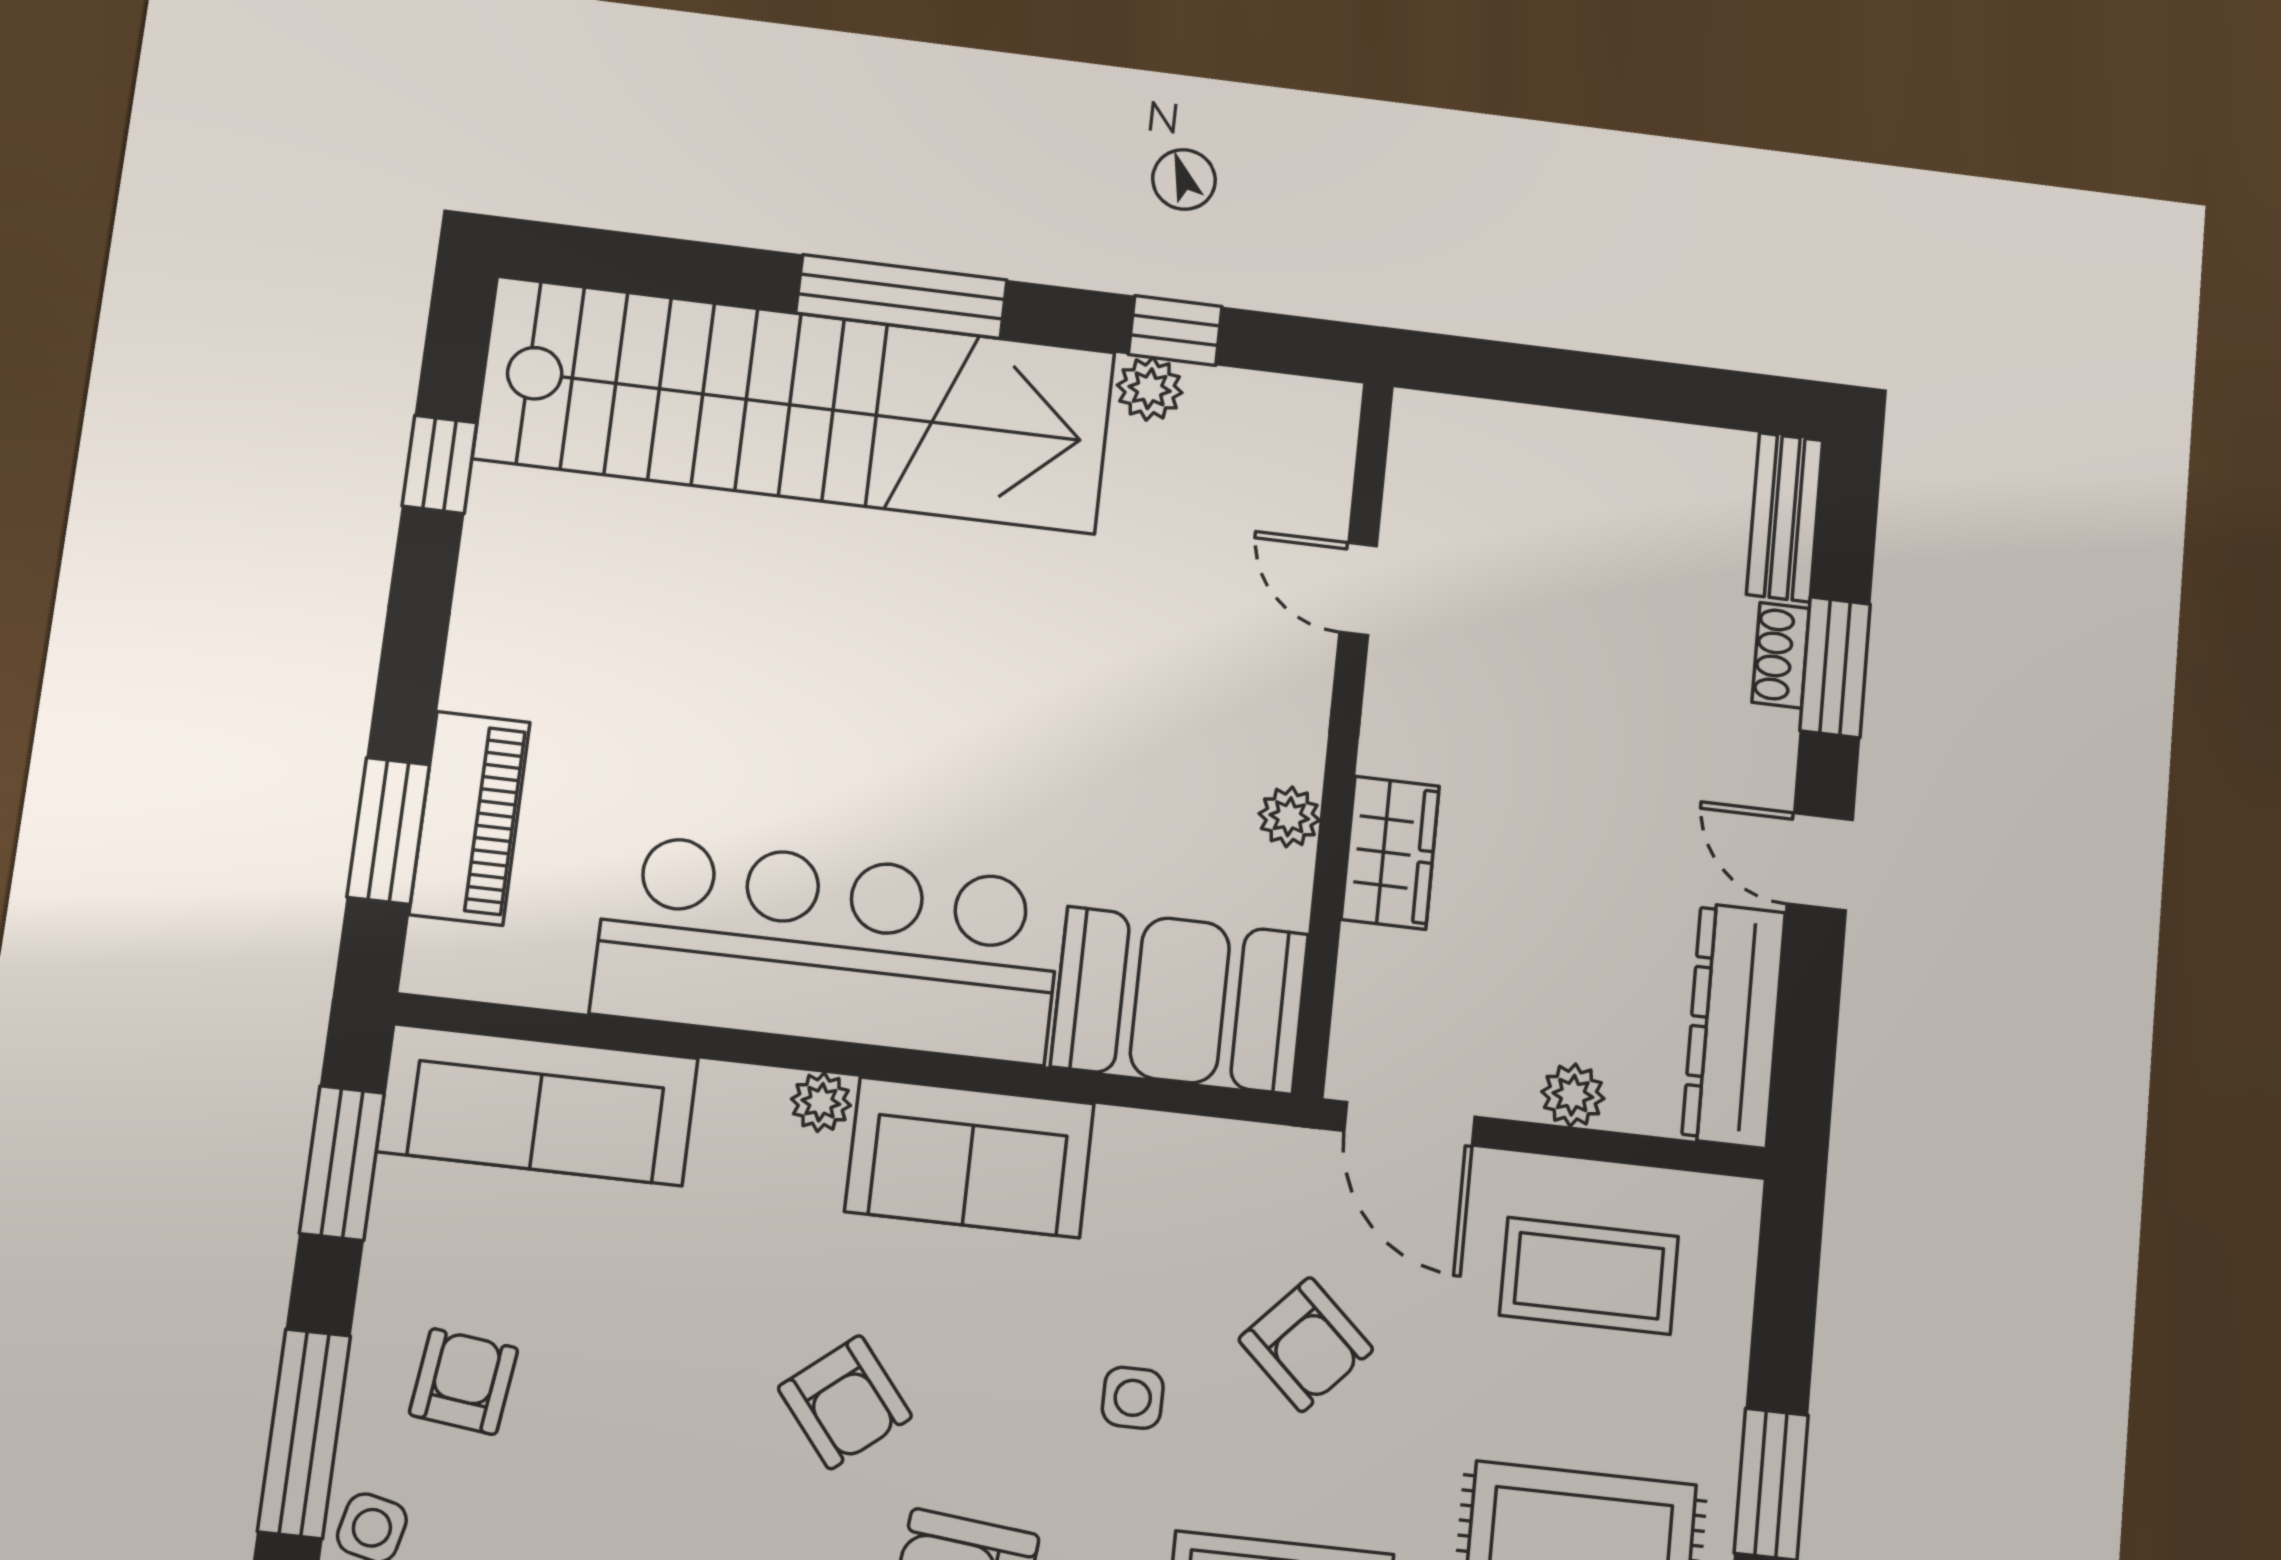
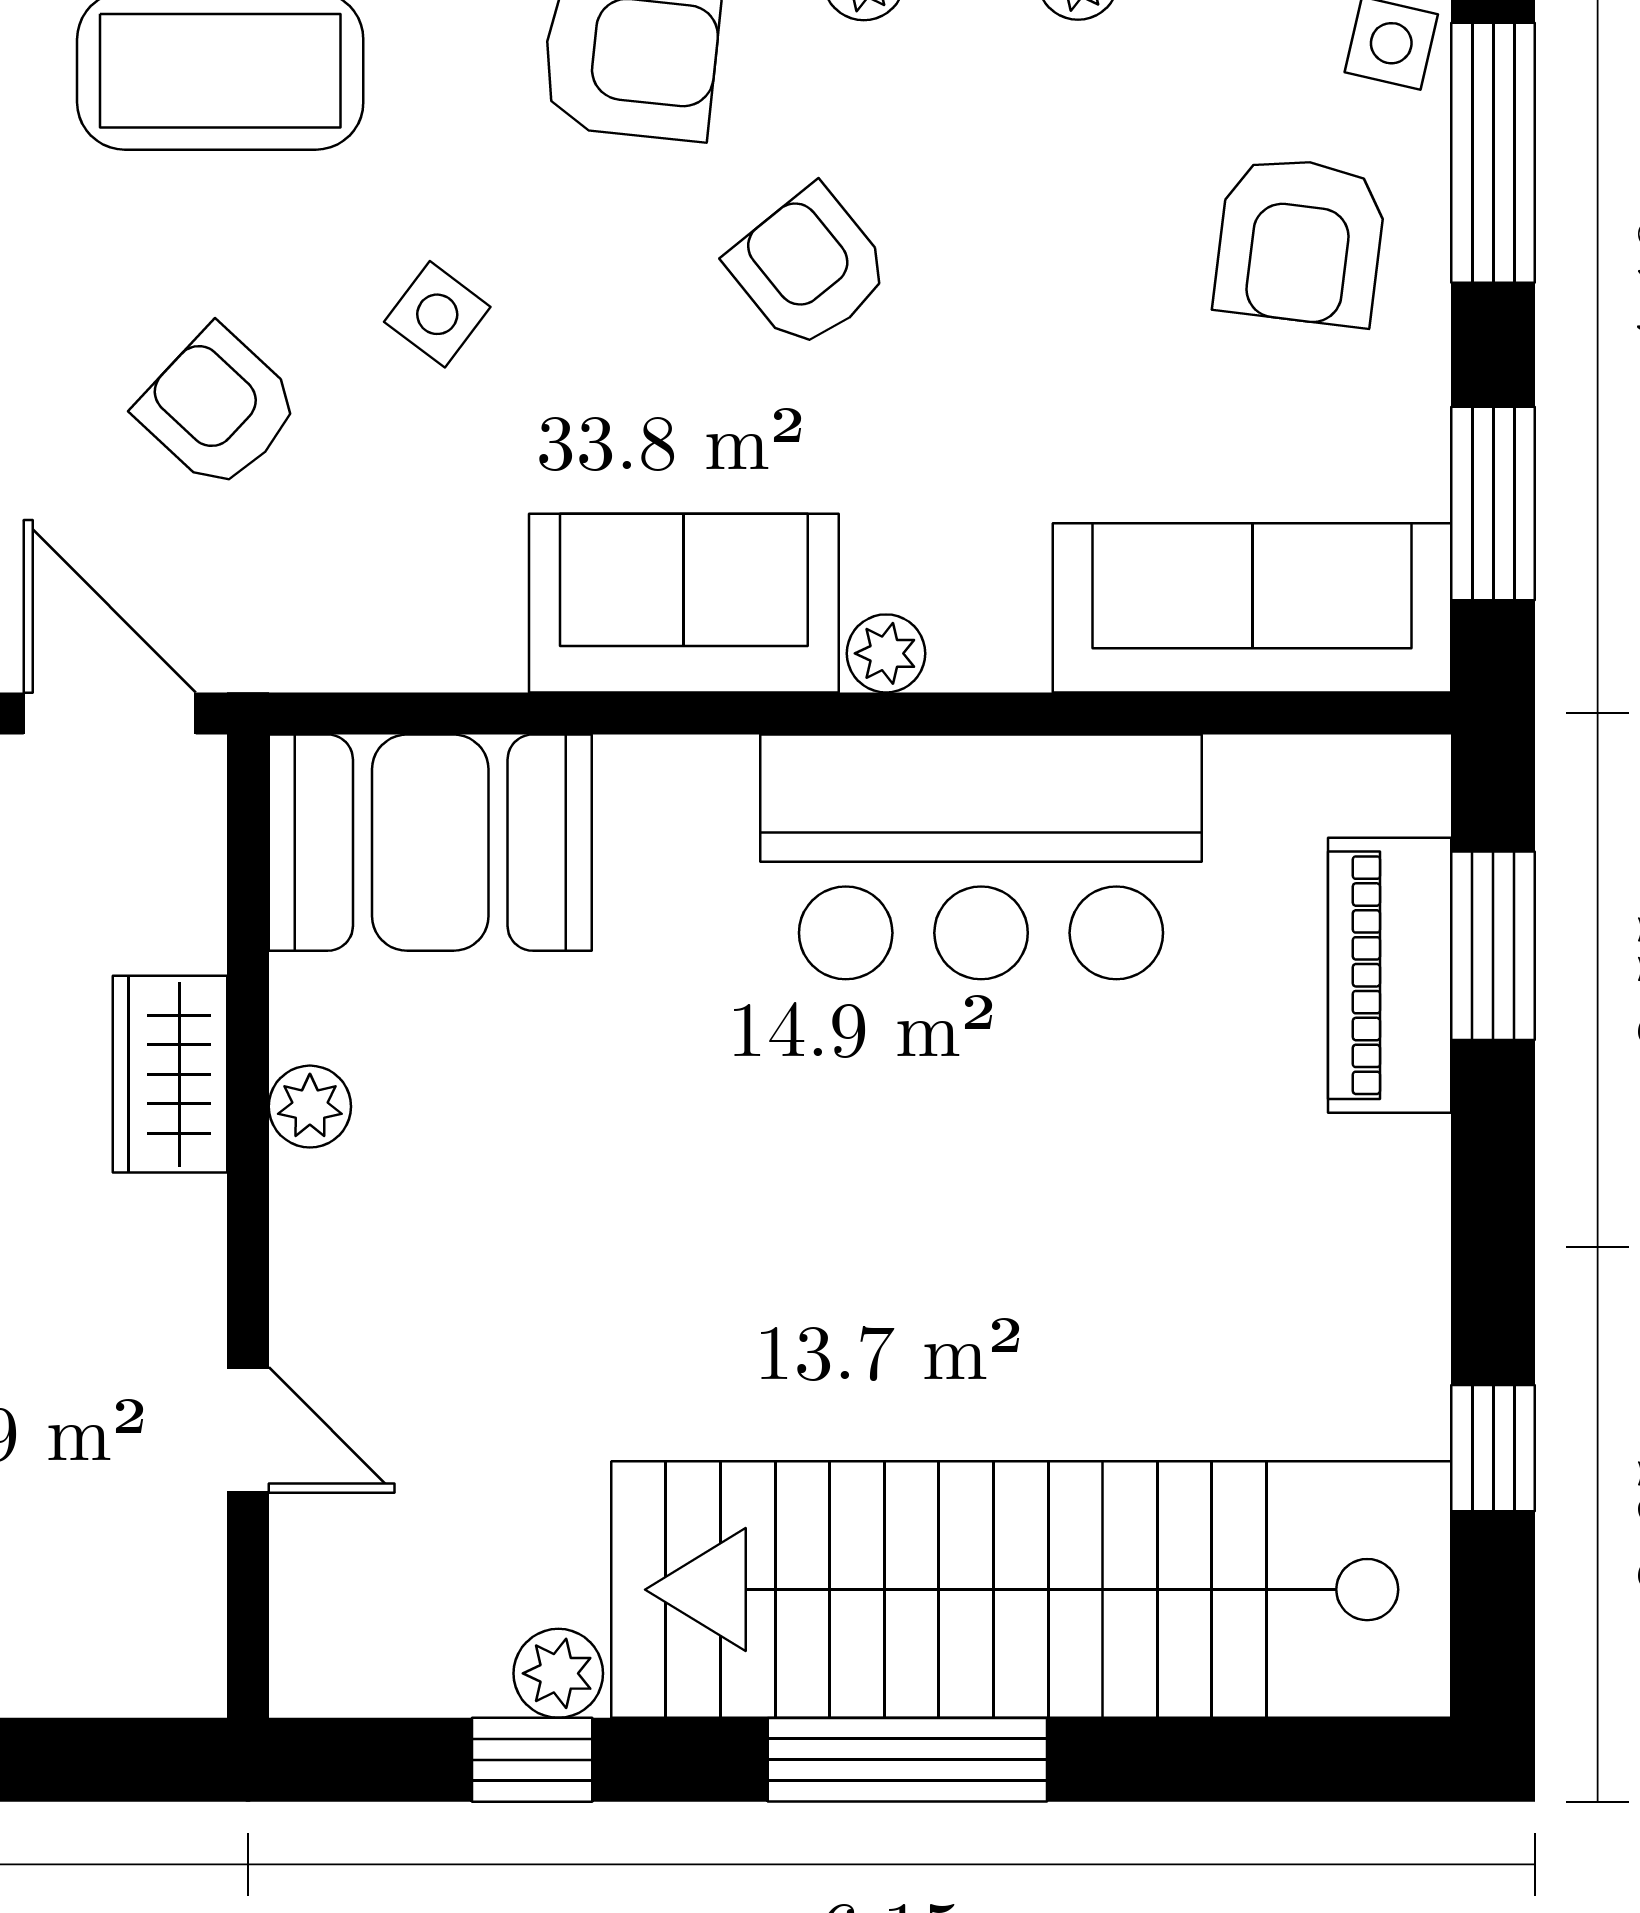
bar counter: (828, 949) -> (981, 857), width x0.73
armchair: (464, 1381) -> (1300, 241), width x1.38, depth x1.38
side table: (1133, 1398) -> (437, 314), turned 37

